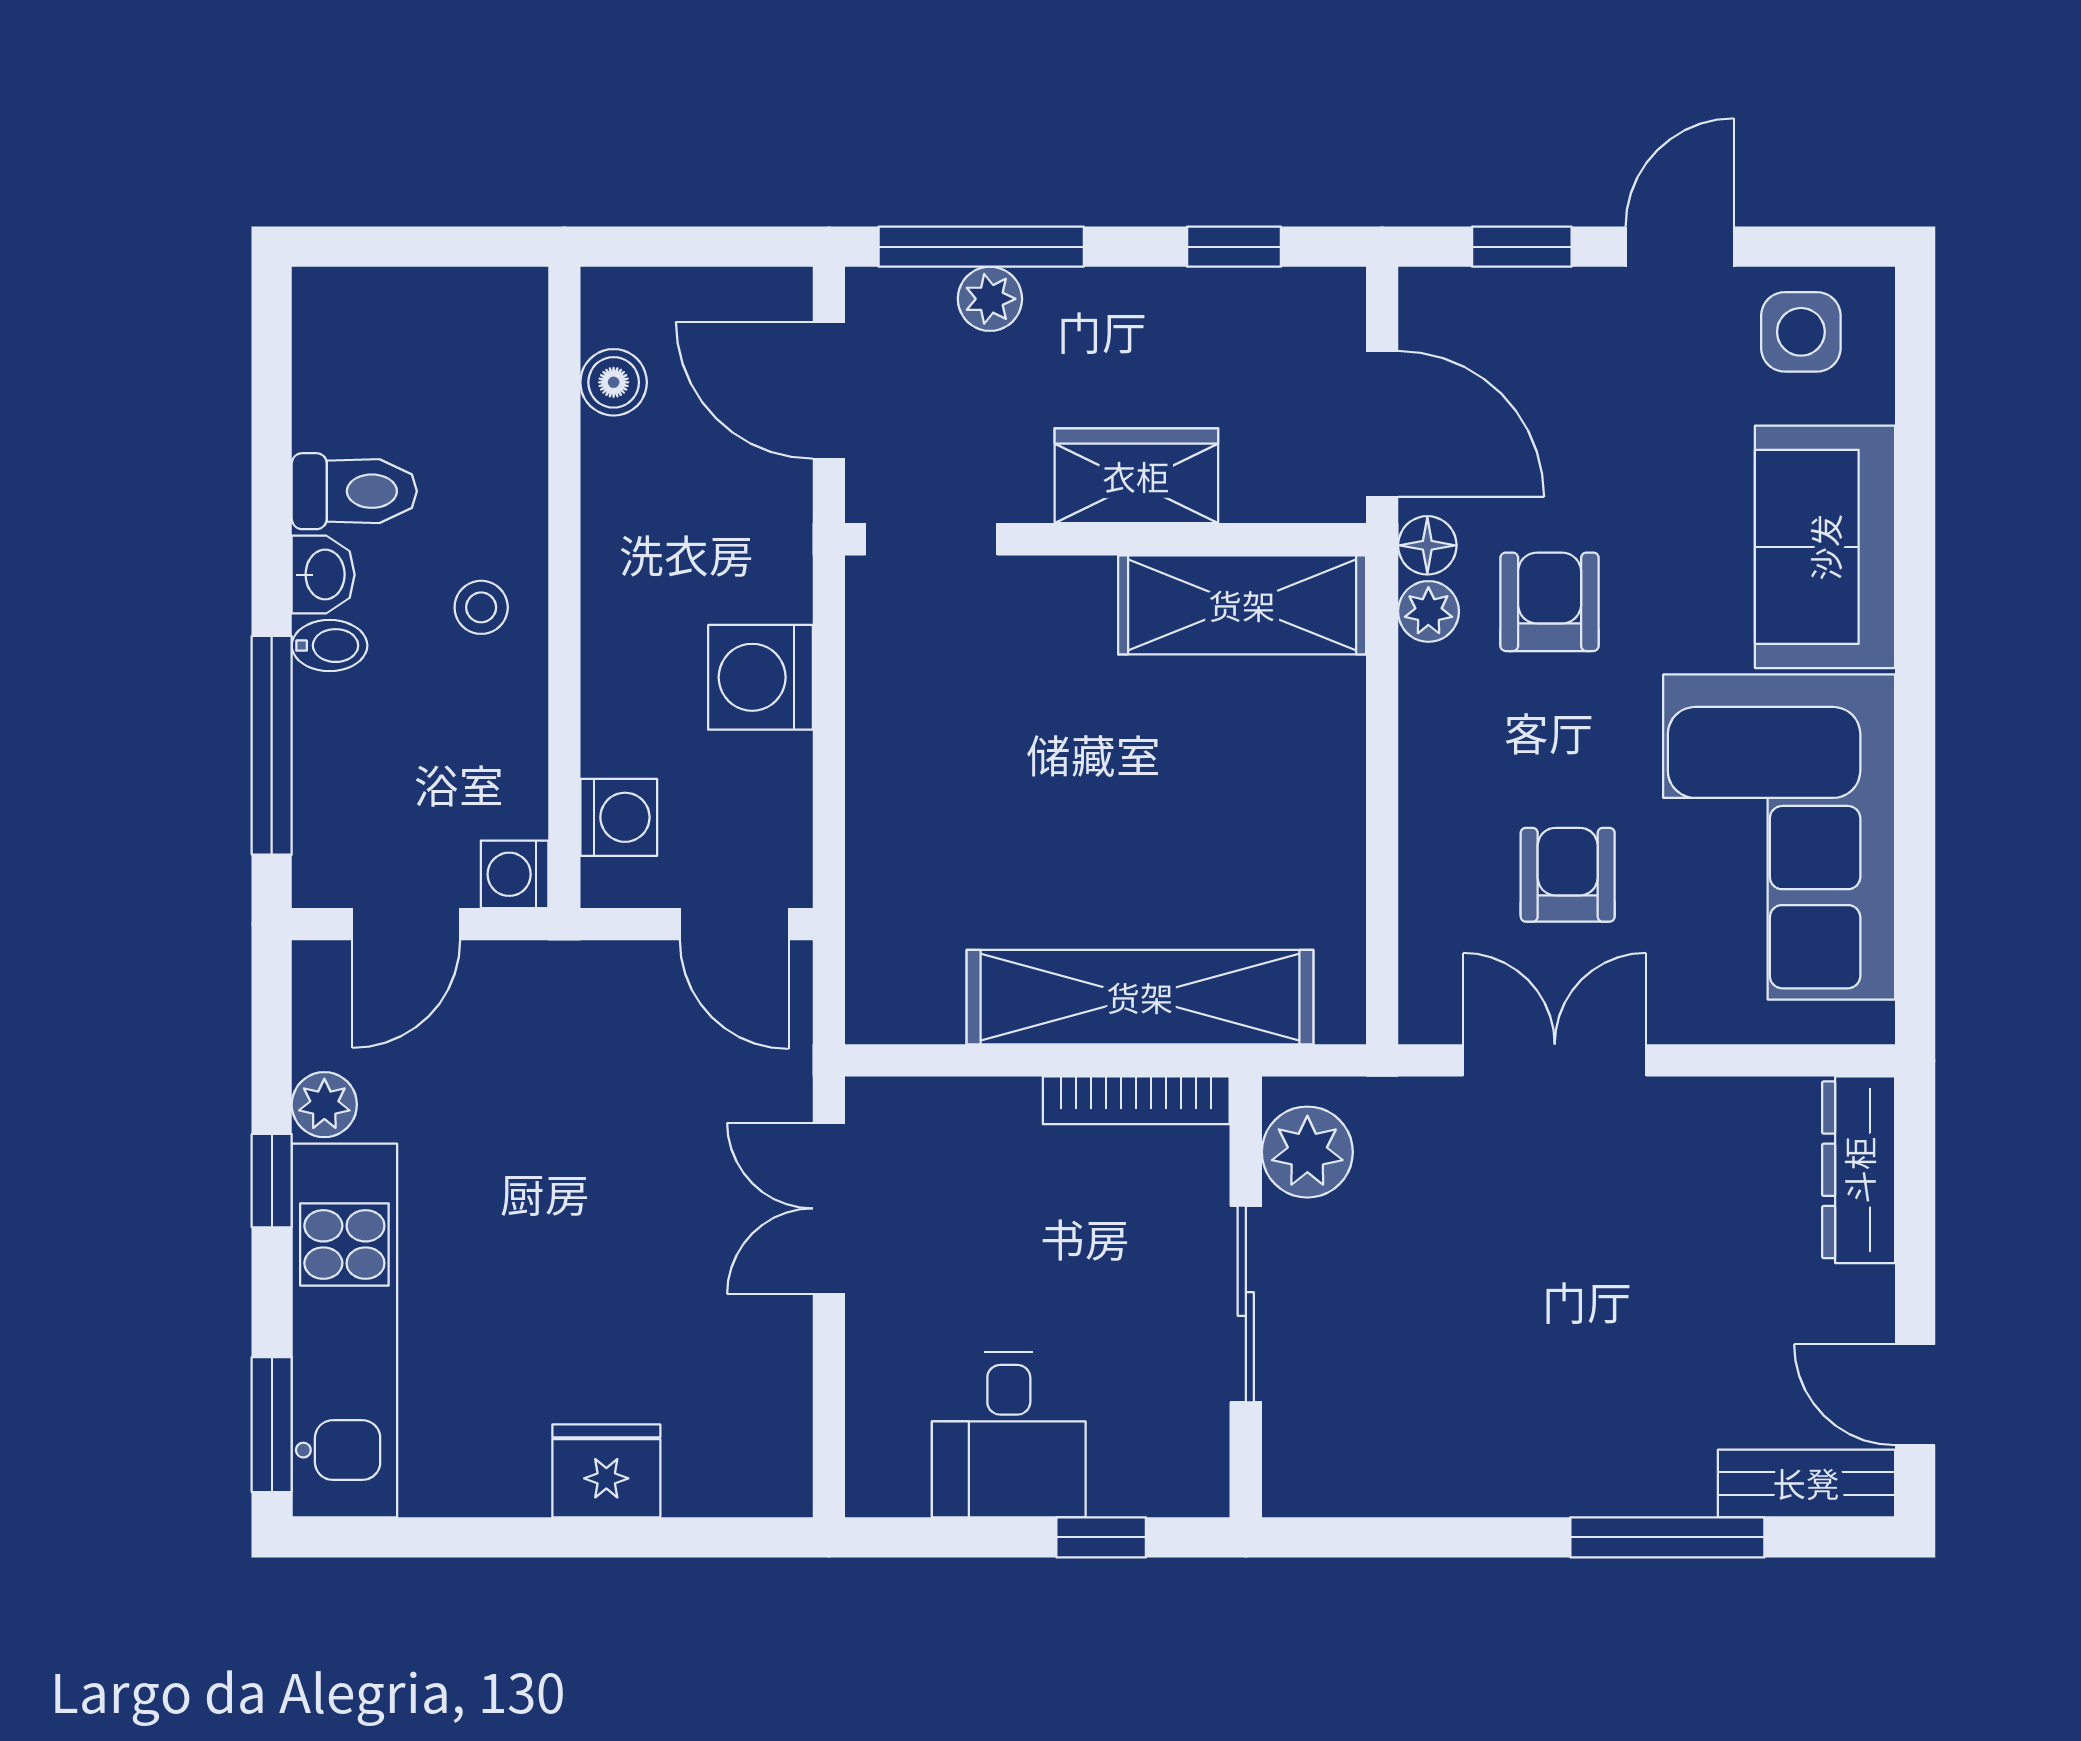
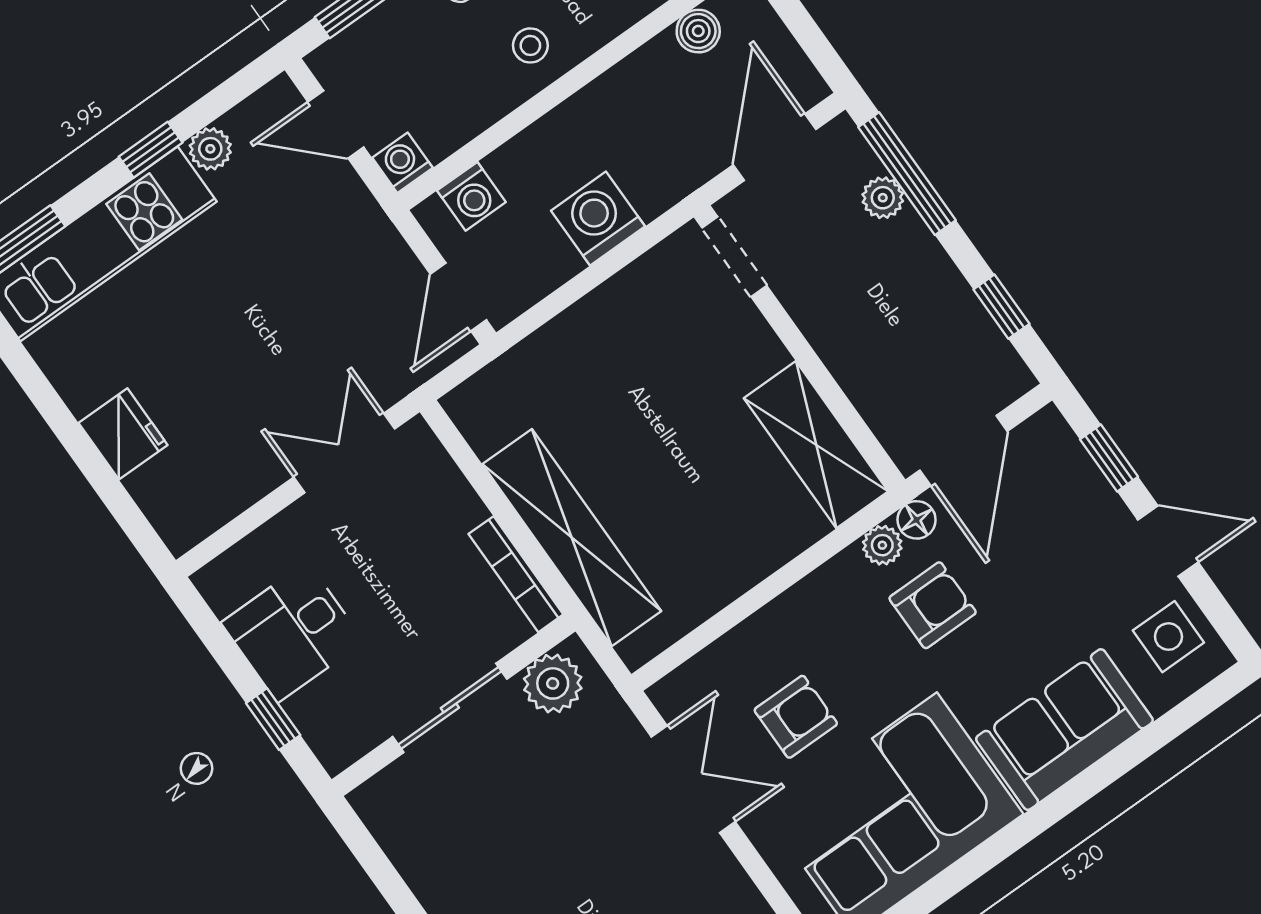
wardrobe: (1136, 476) -> (844, 341), removed

